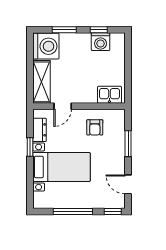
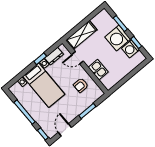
washing machine: (46, 46) -> (118, 38), moved, turned 90
kitchen sink: (109, 95) -> (98, 70), moved

